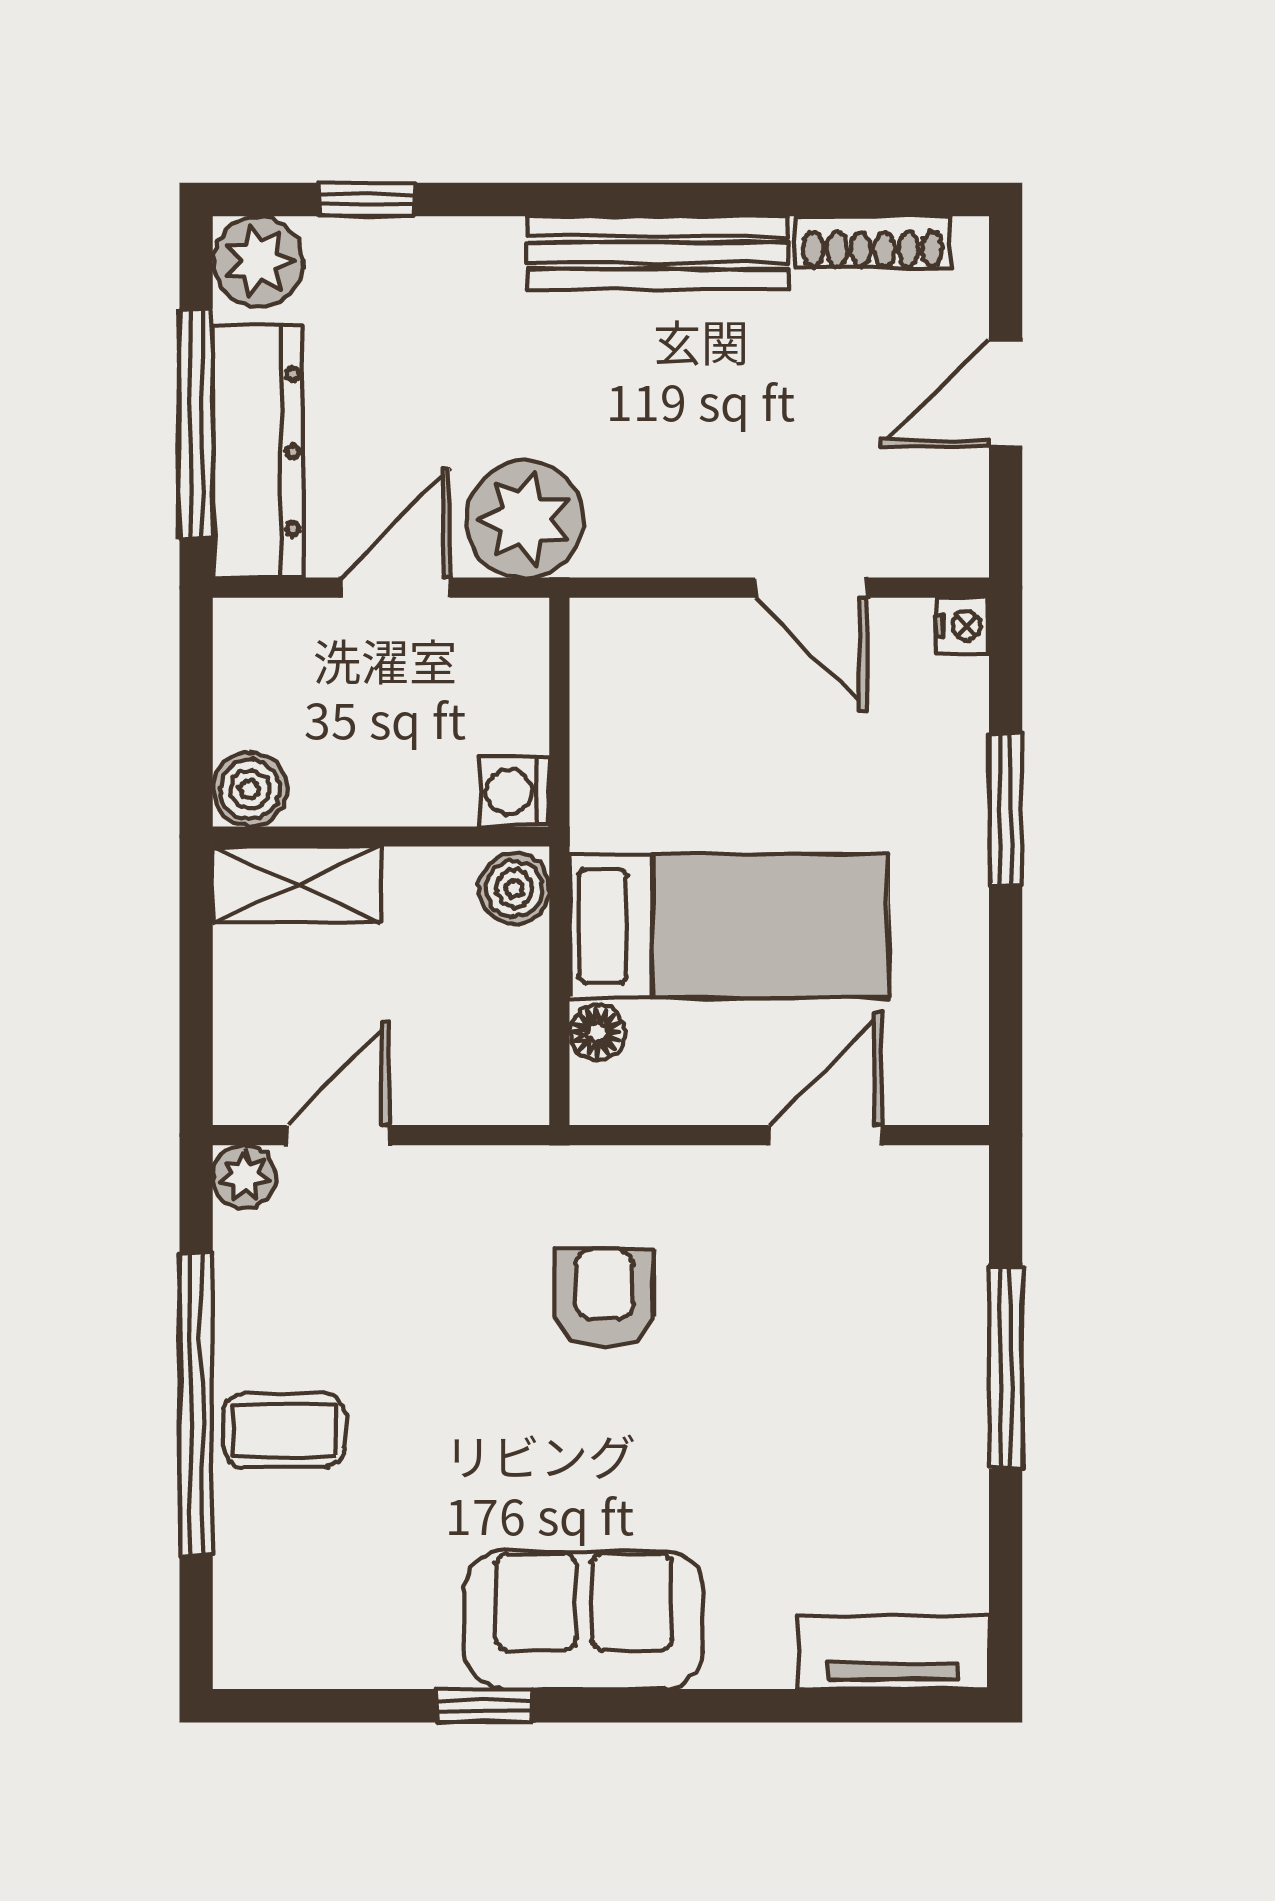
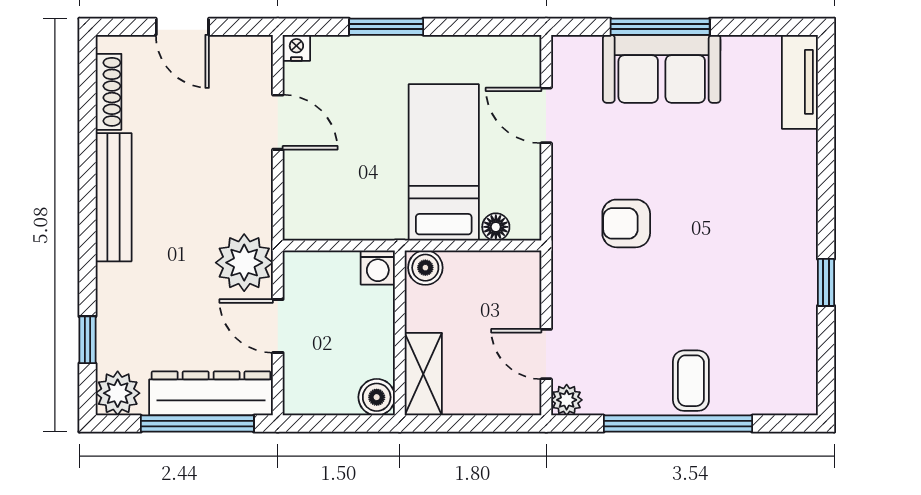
door: (811, 588) -> (278, 122), hinge flipped
sofa: (584, 1620) -> (662, 69), moved, turned -90

